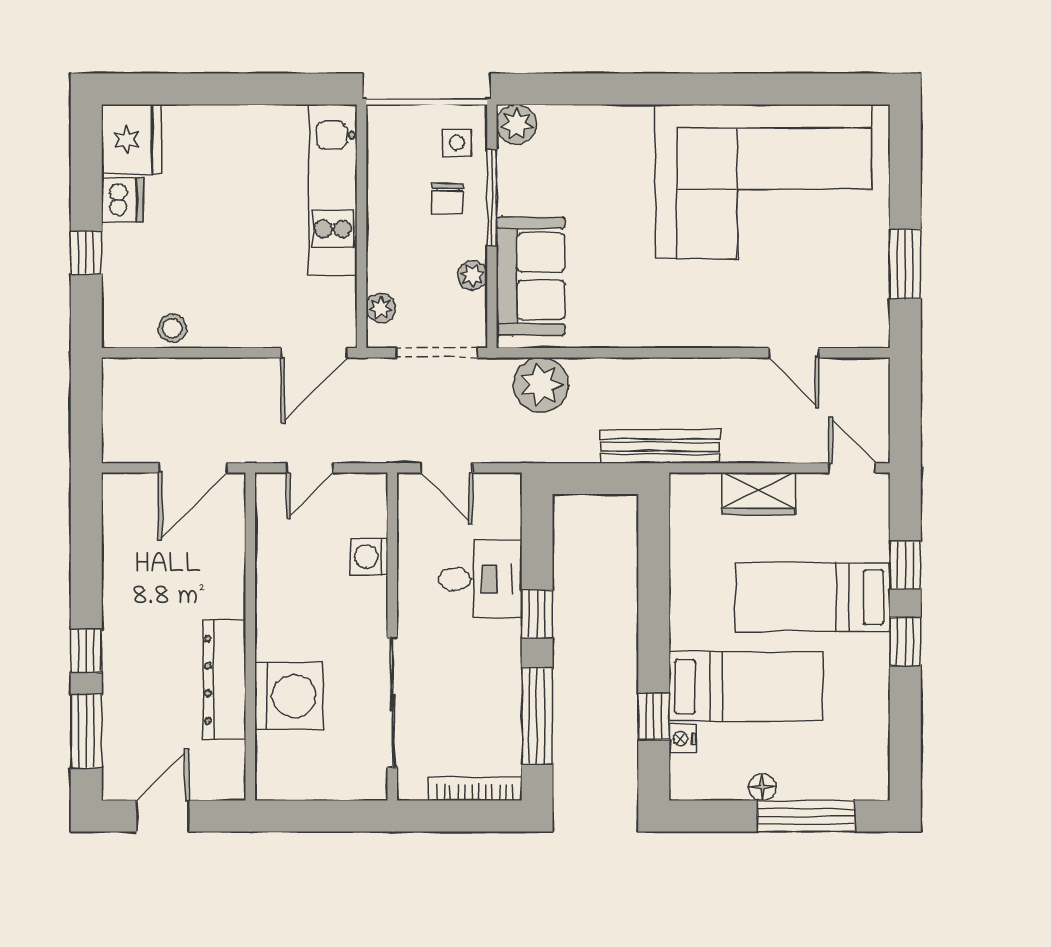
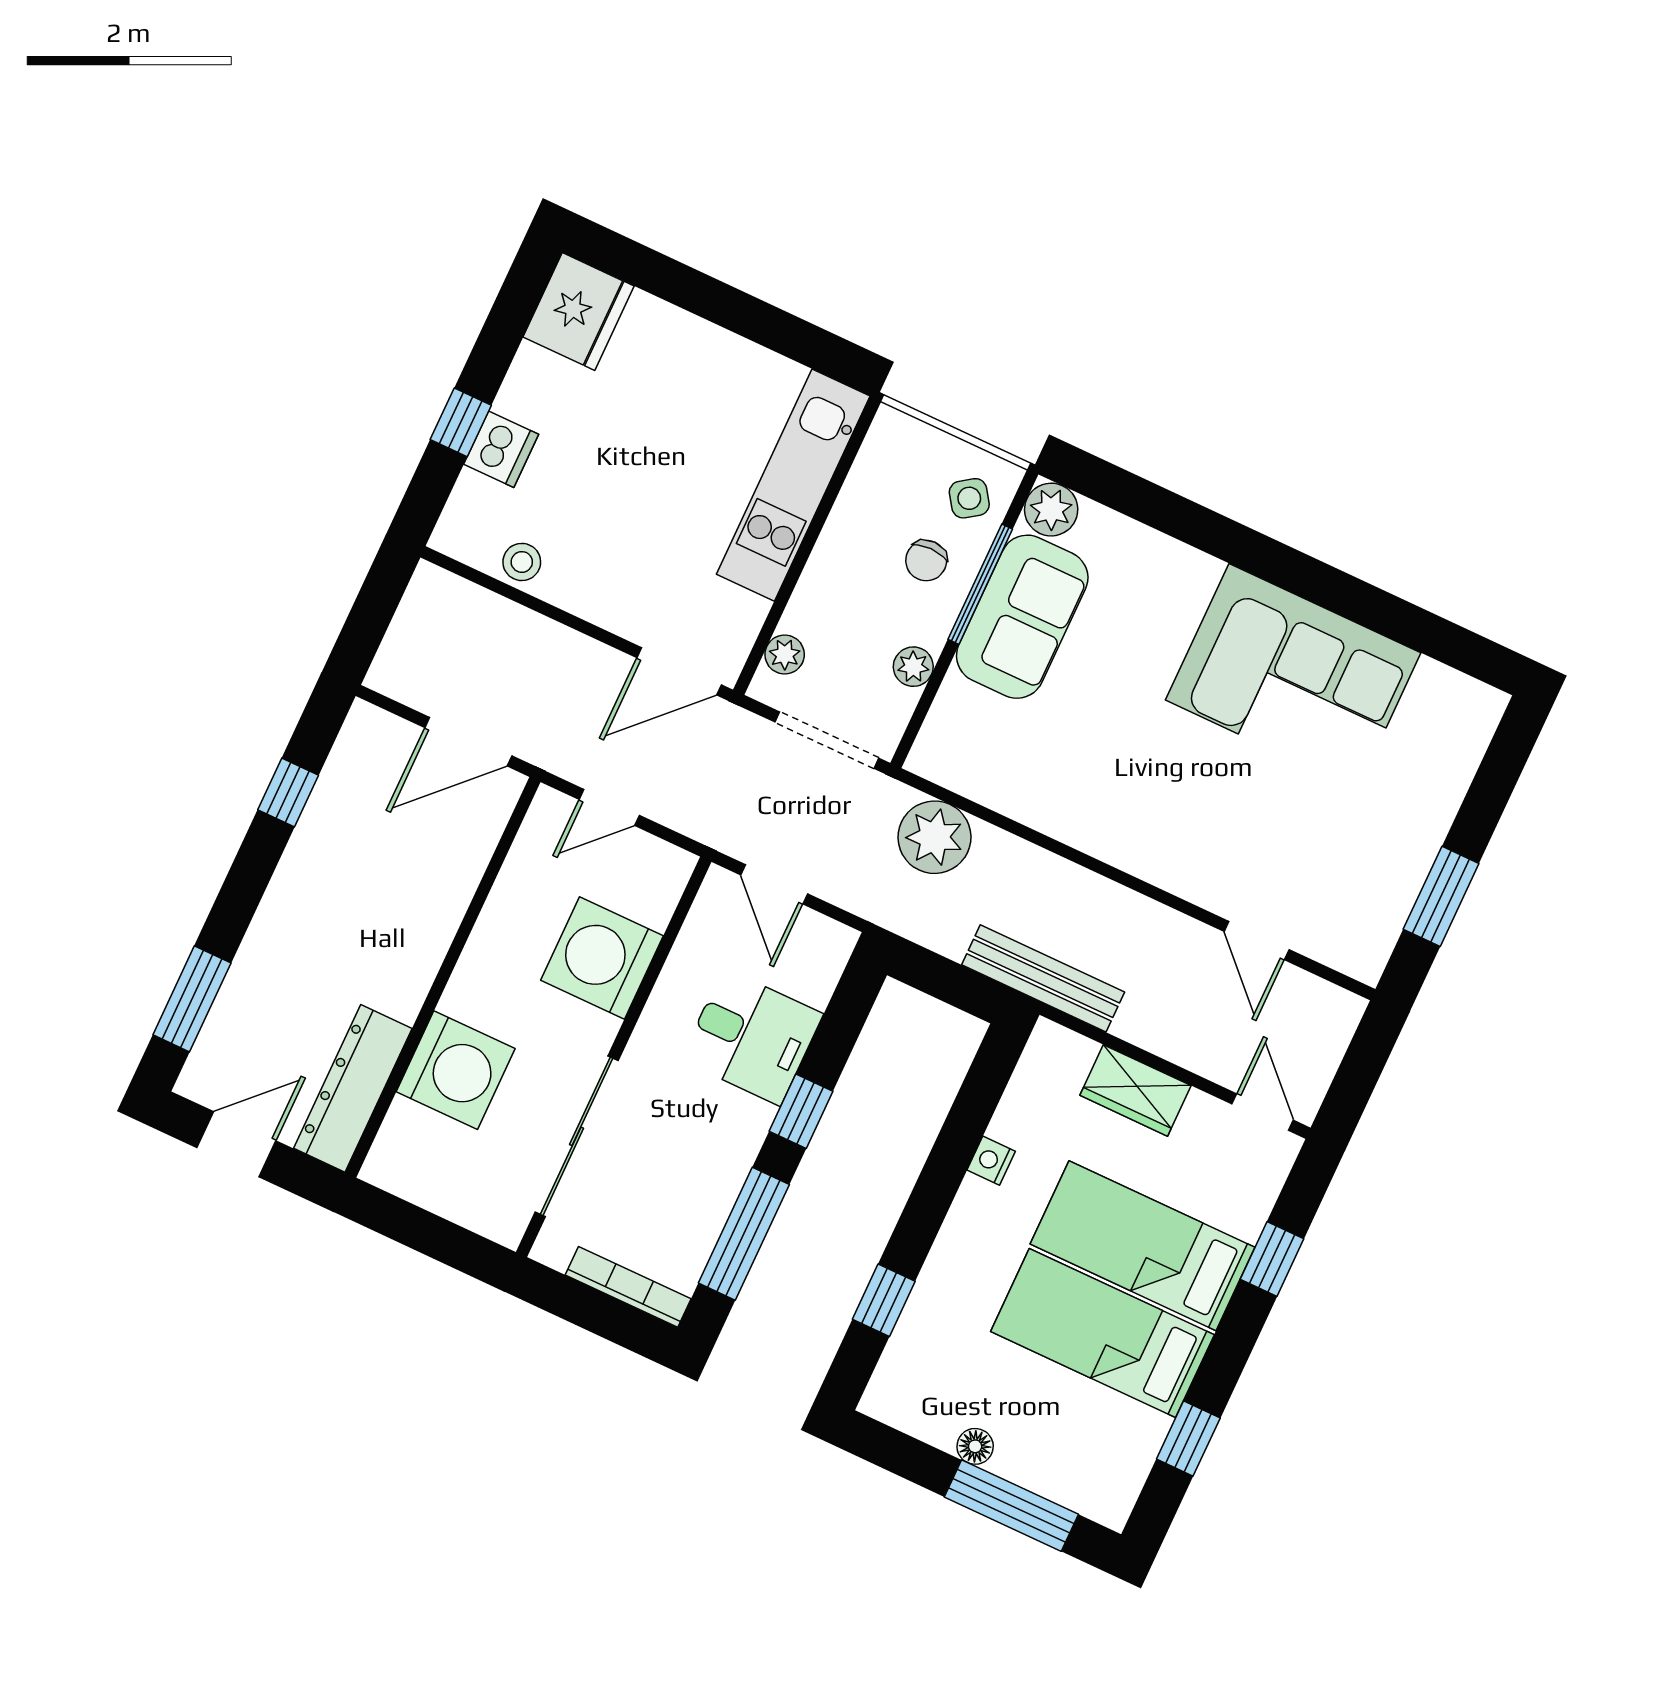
side table: (457, 143) -> (969, 498), turned -35
corner sofa: (763, 182) -> (1293, 676), width x0.73, depth x0.74
dishwasher: (122, 200) -> (501, 449), moved
sofa: (531, 276) -> (1022, 617), moved
washing machine: (369, 556) -> (602, 958), width x1.89, depth x1.89
window: (905, 641) -> (1188, 1438), moved
window: (86, 651) -> (288, 792), moved
dresser: (224, 680) -> (353, 1088), moved
bed: (746, 687) -> (1102, 1333), moved, turned 180
nightstand: (682, 739) -> (991, 1161), moved

